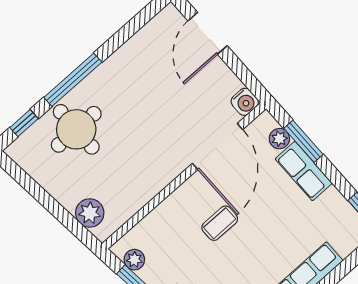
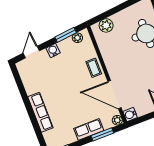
plant: (279, 139) -> (117, 120), moved
coffee table: (220, 223) -> (94, 68), moved

